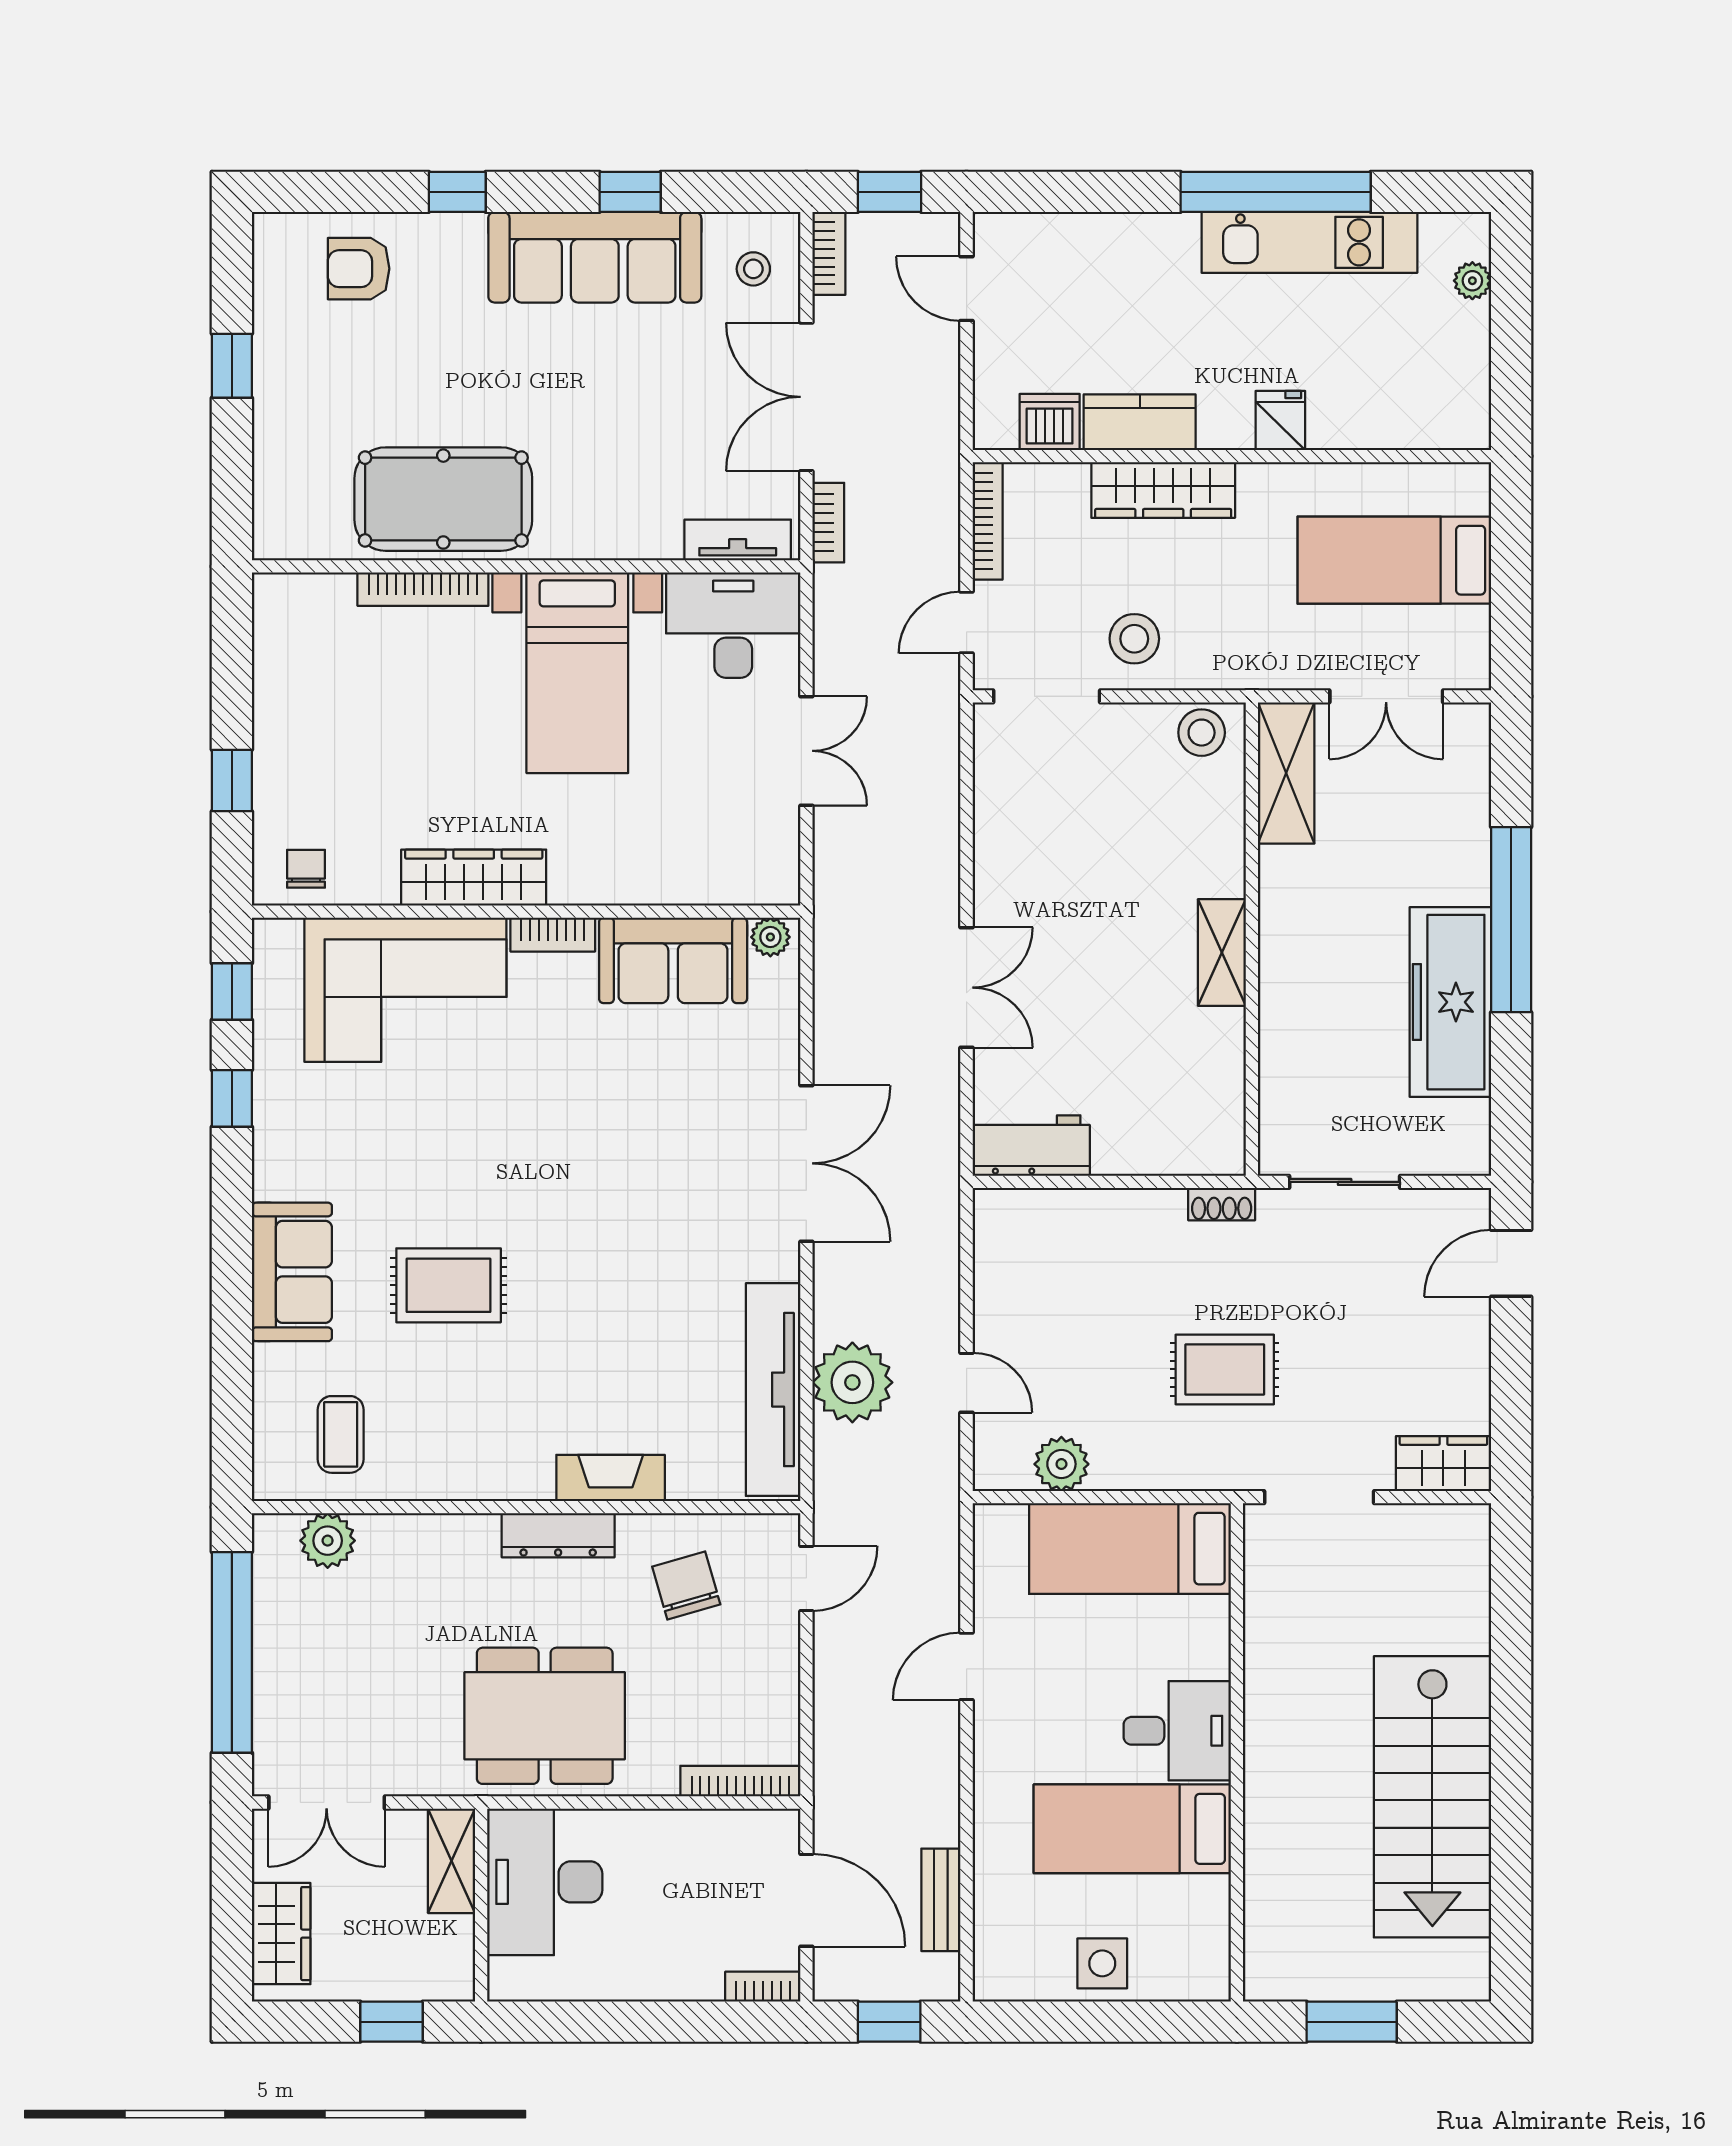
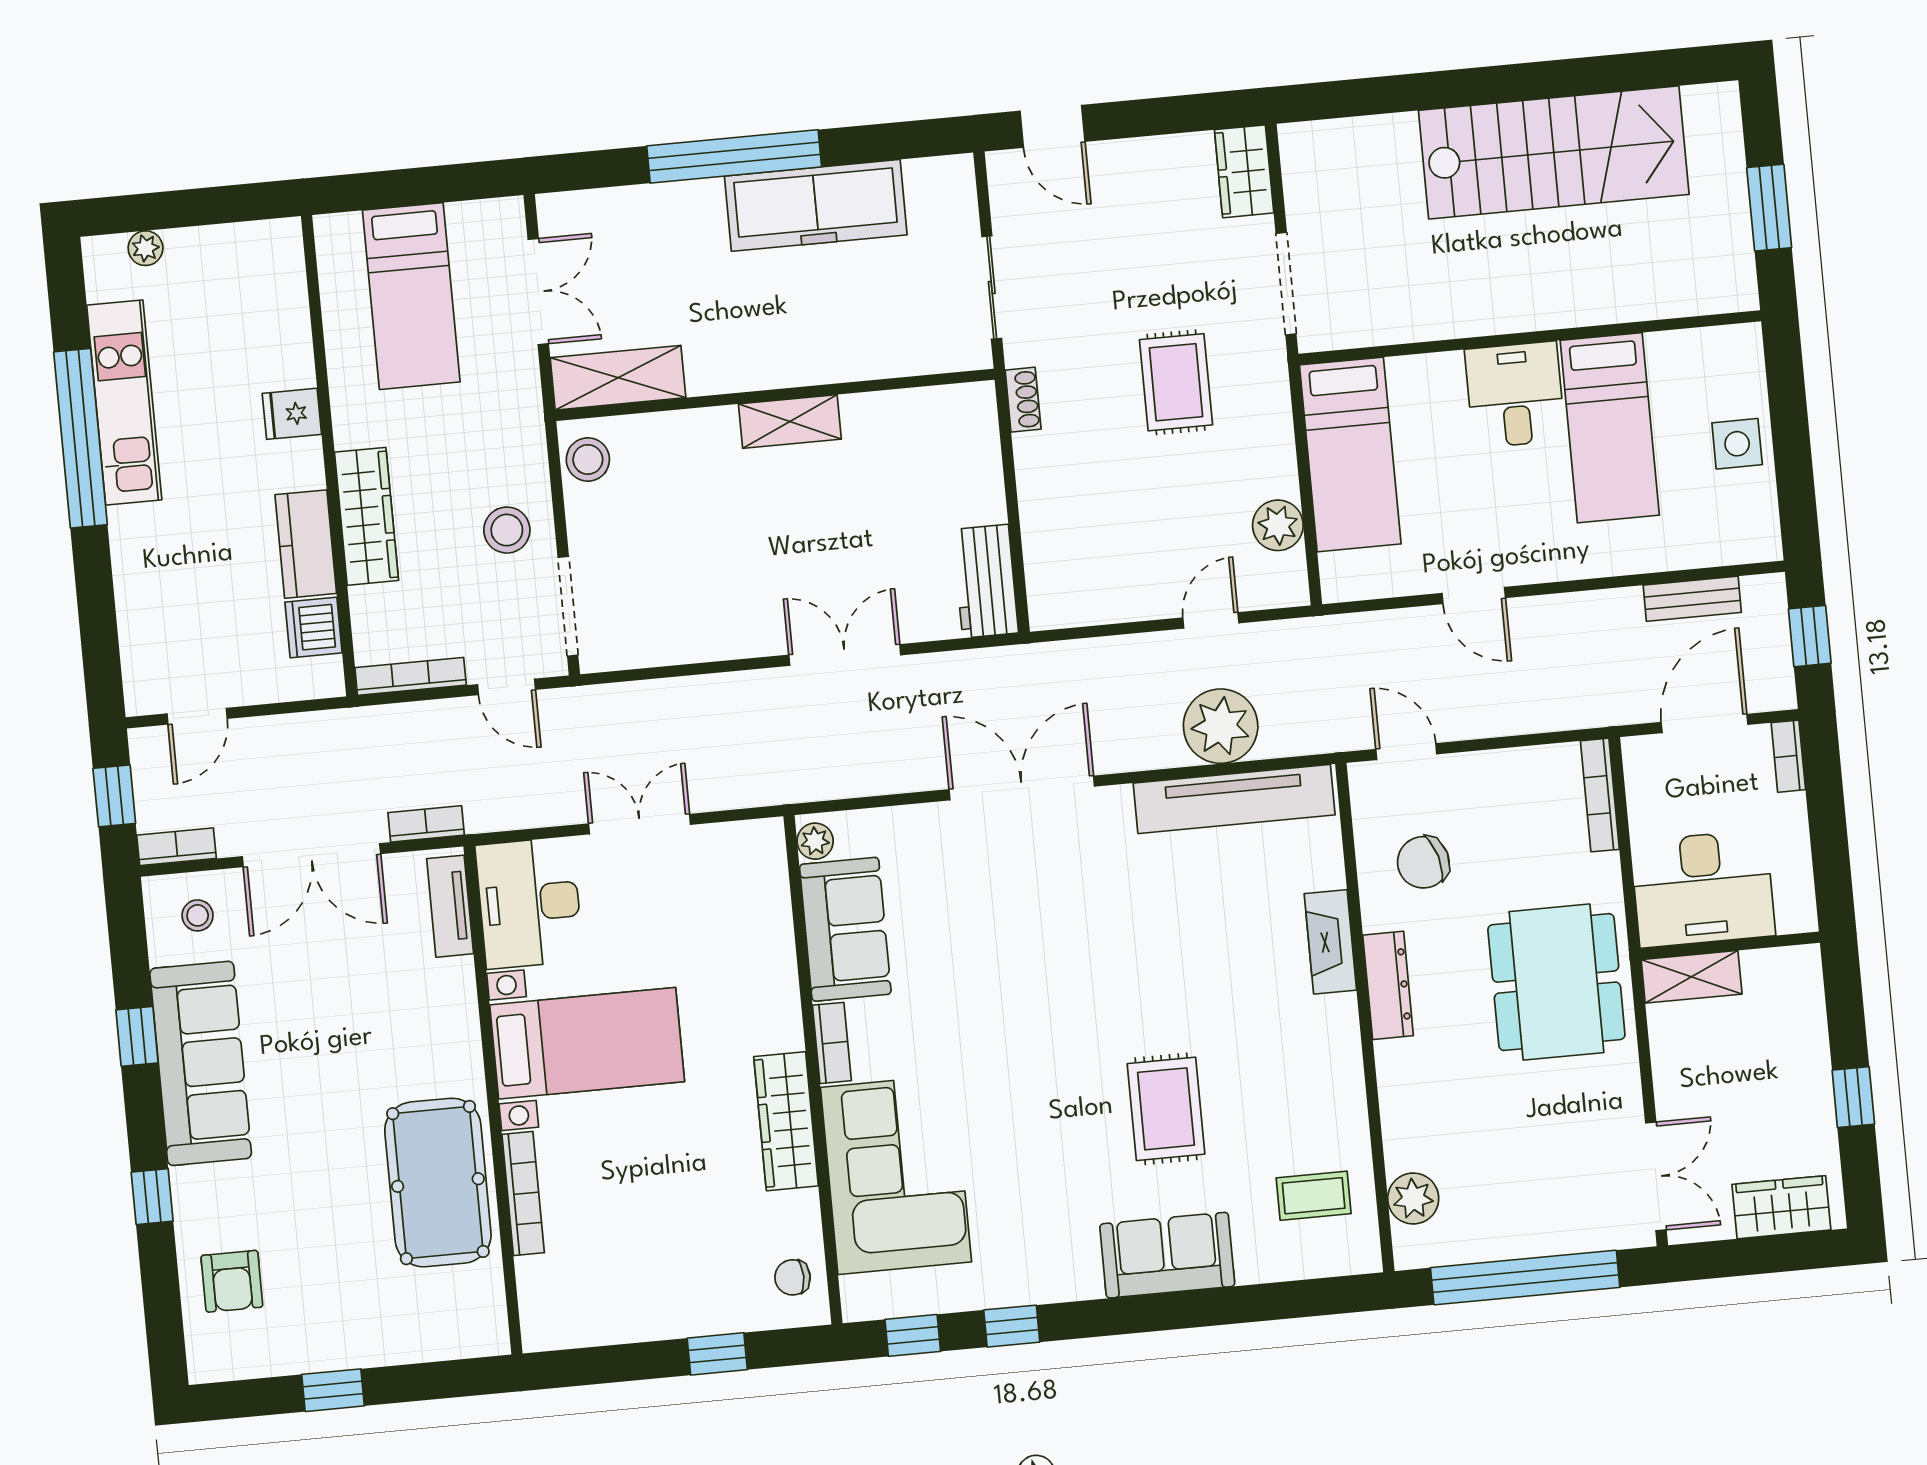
shelving: (451, 1861) -> (1692, 977), moved
desk: (545, 1882) -> (1703, 889), moved
wall: (481, 1905) -> (1730, 946), moved

